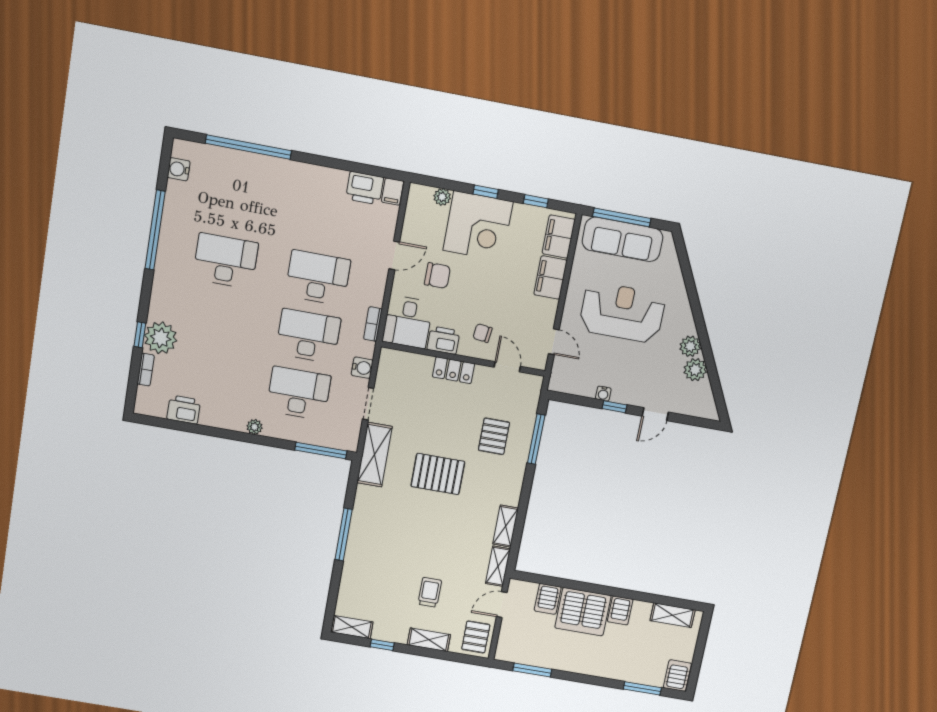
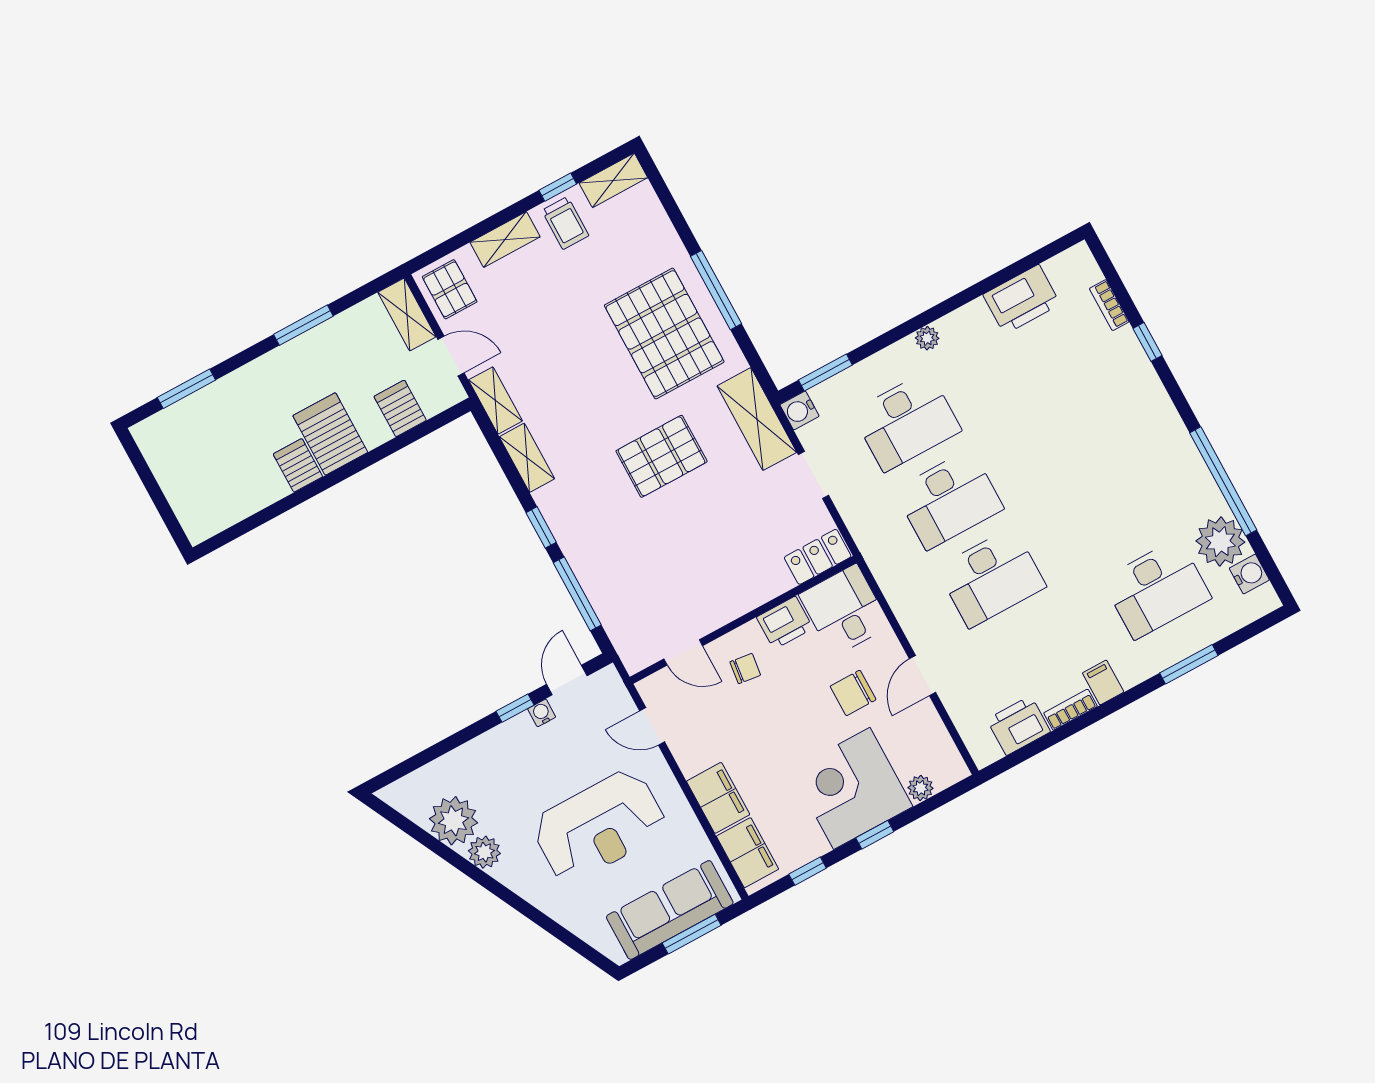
window: (248, 147) -> (1189, 664), width x0.47
filing cabinet: (393, 192) -> (1103, 682), moved
window: (622, 217) -> (692, 934), width x0.69
desk: (226, 261) -> (1157, 589), moved
bookcase: (373, 324) -> (1070, 710), moved, turned -90
plant: (161, 338) -> (1220, 542), moved
water cooler: (362, 368) -> (800, 410), moved
locker: (453, 370) -> (818, 557), moved
plant: (695, 370) -> (453, 821), width x1.36, depth x1.36
printer: (184, 410) -> (1022, 299), width x1.37, depth x1.19
door: (655, 414) -> (567, 680), moved
pallet: (494, 436) -> (664, 334), moved, width x2.05, depth x2.00
window: (321, 451) -> (825, 372), width x0.69
window: (527, 486) -> (541, 527), added
trolley: (430, 592) -> (565, 223), moved
door: (502, 605) -> (451, 356), hinge flipped
server rack: (583, 612) -> (330, 434), width x0.62
shelving: (673, 615) -> (407, 314), moved, turned 90
window: (532, 670) -> (303, 325), moved
server rack: (677, 676) -> (156, 440), removed

